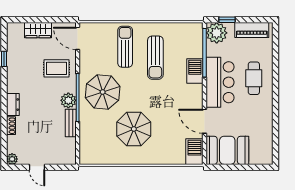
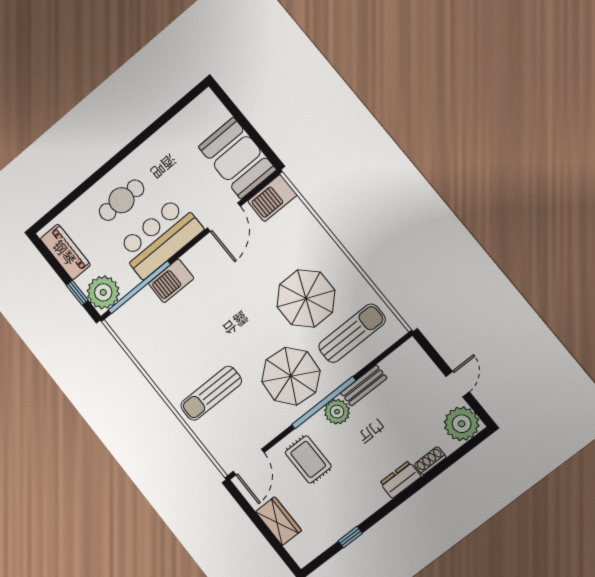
sun lounger: (155, 58) -> (352, 333), moved
plant: (12, 159) -> (462, 424), width x1.87, depth x1.87

